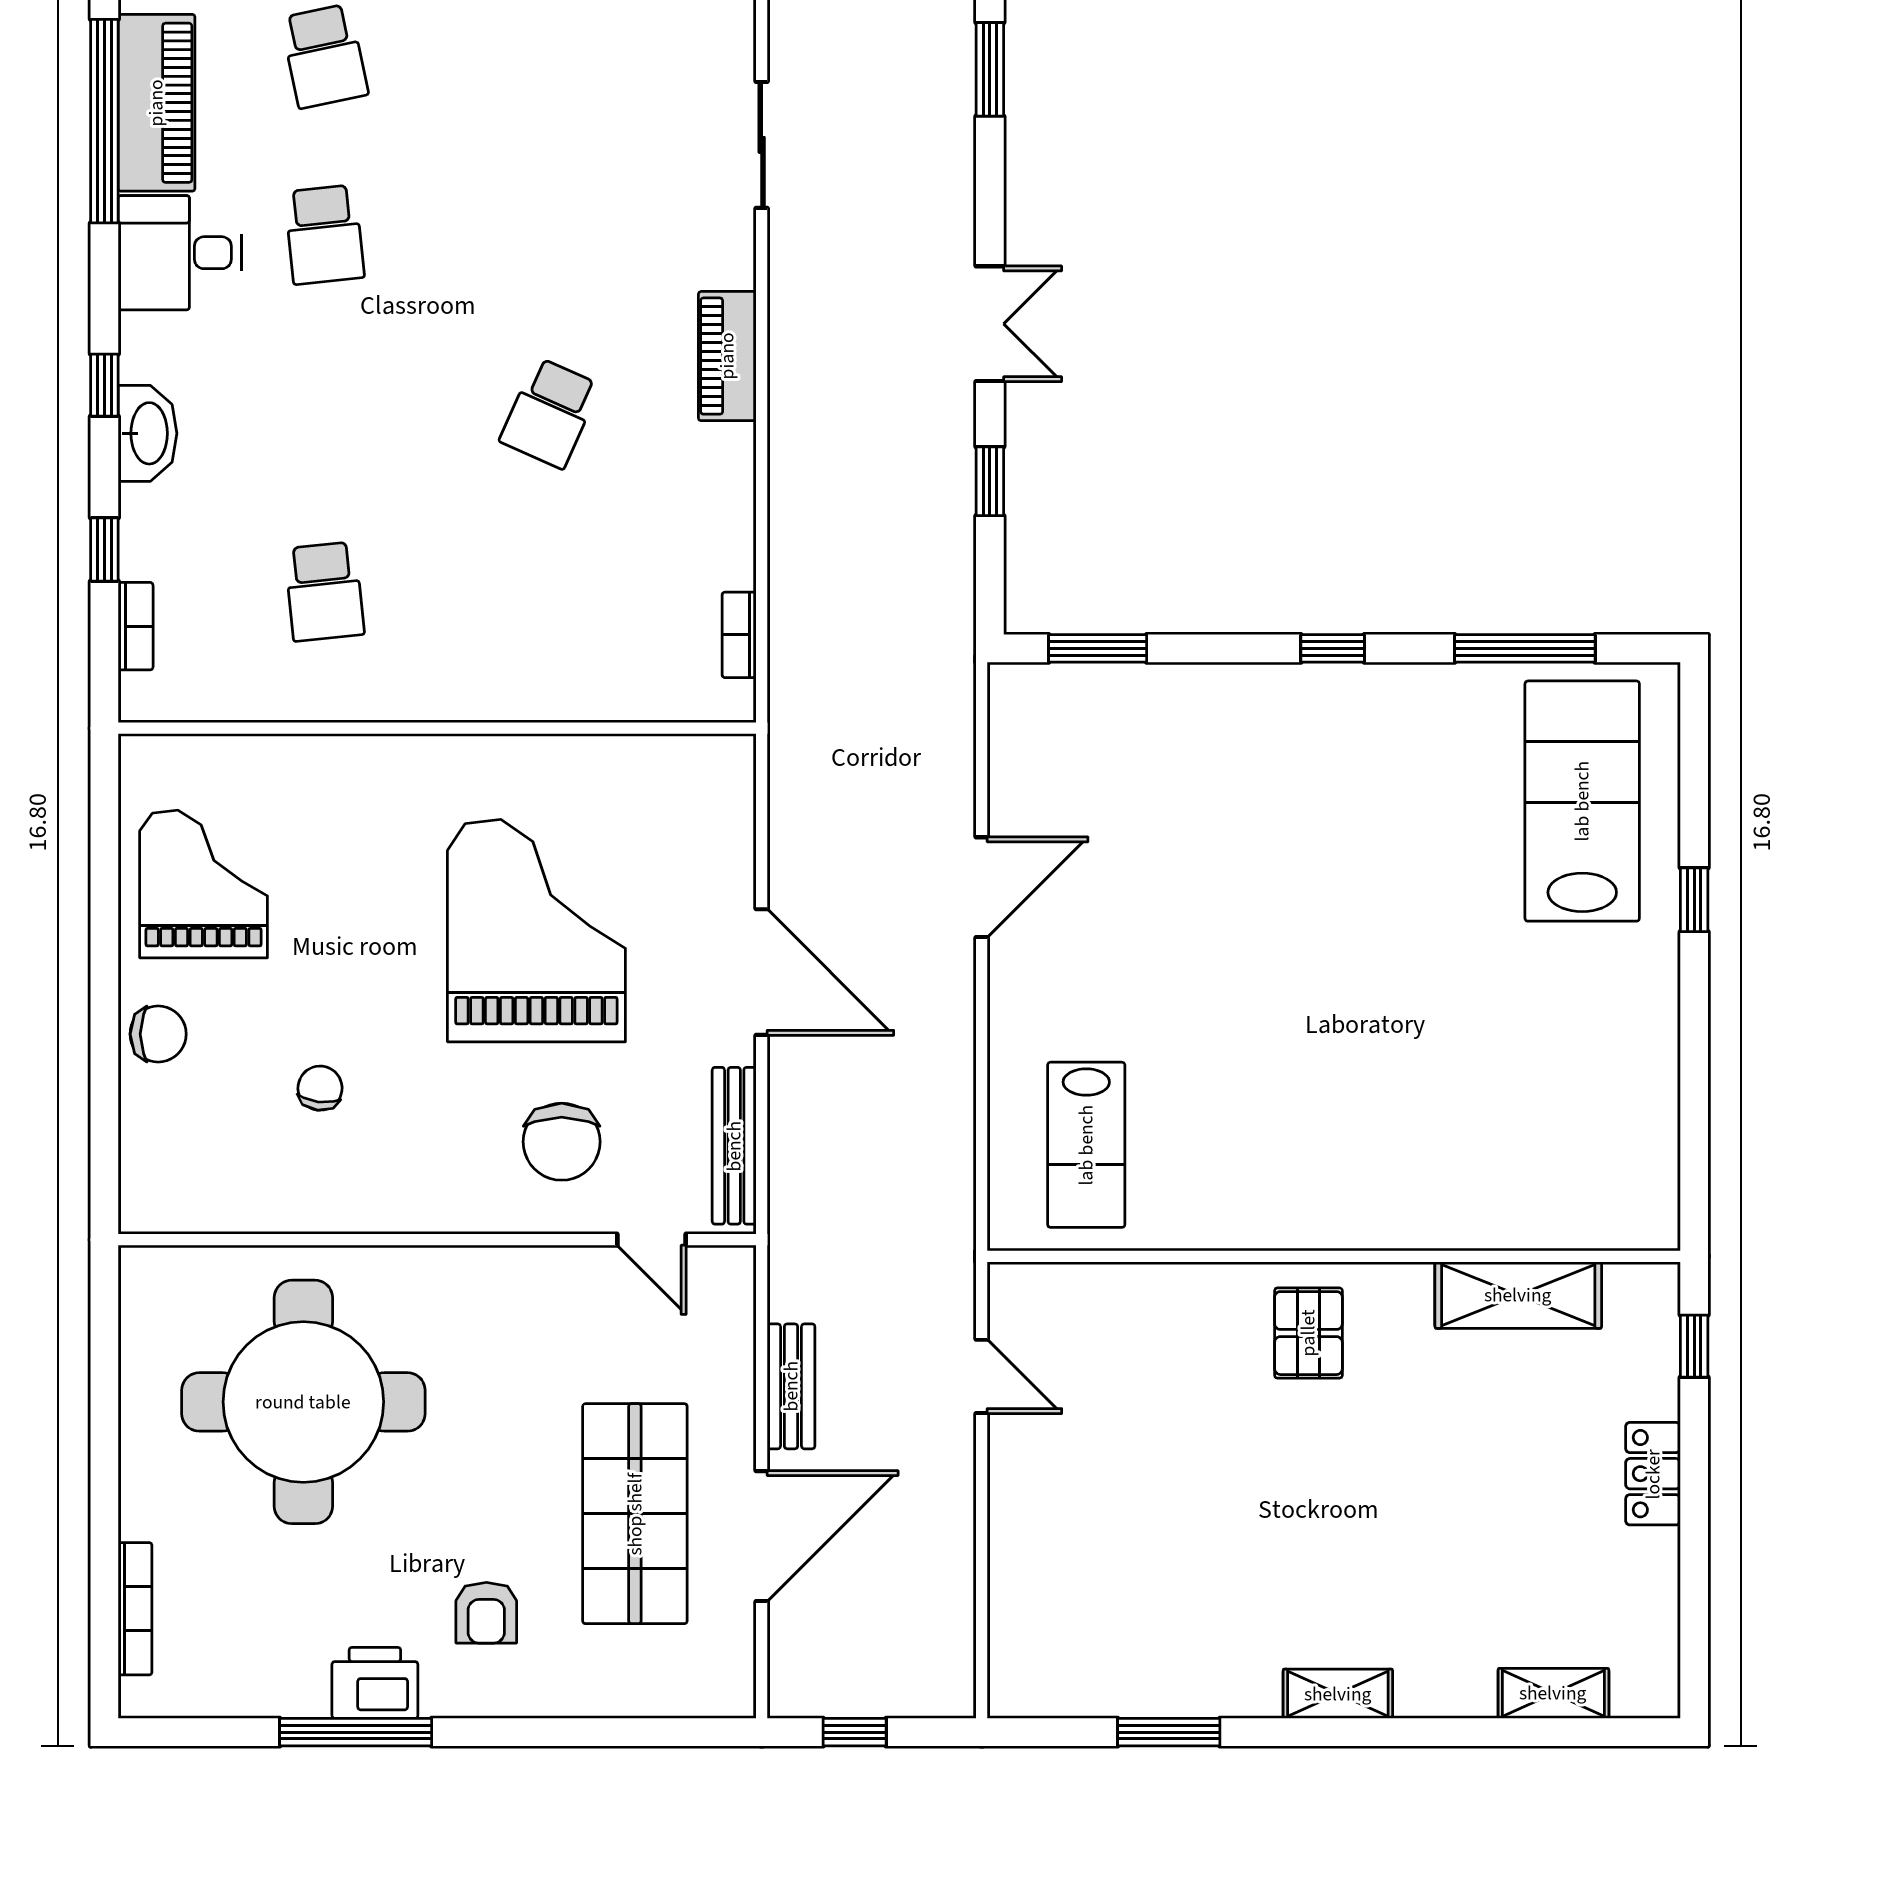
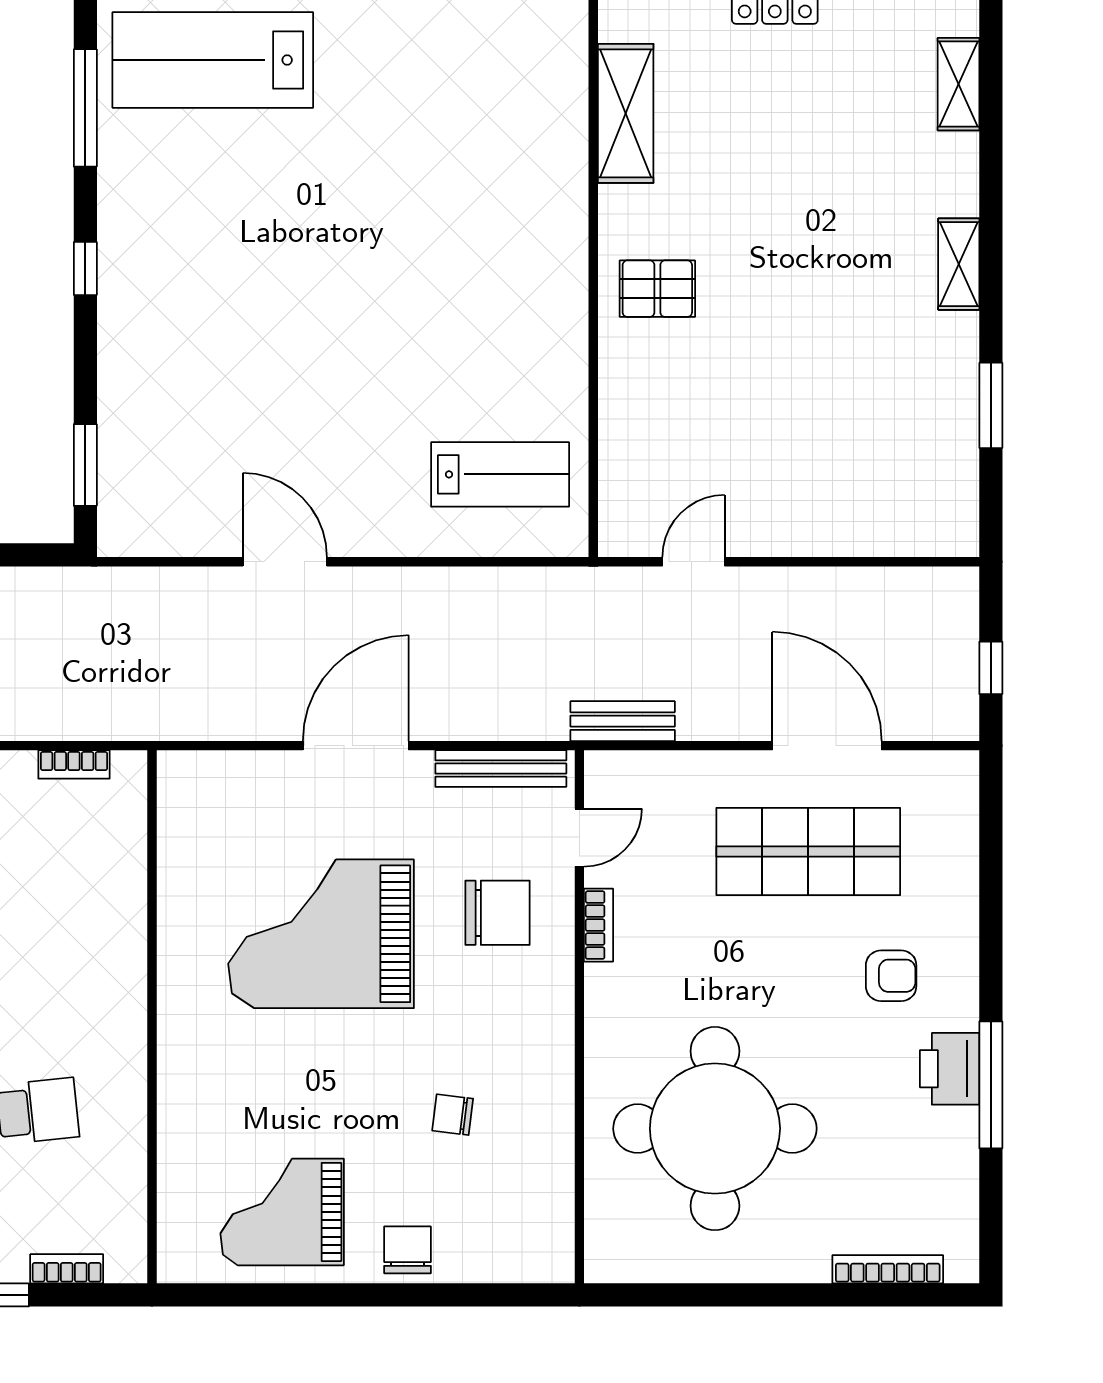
bookcase: (547, 1263) -> (599, 925), added
bench: (791, 1386) -> (623, 721), moved

